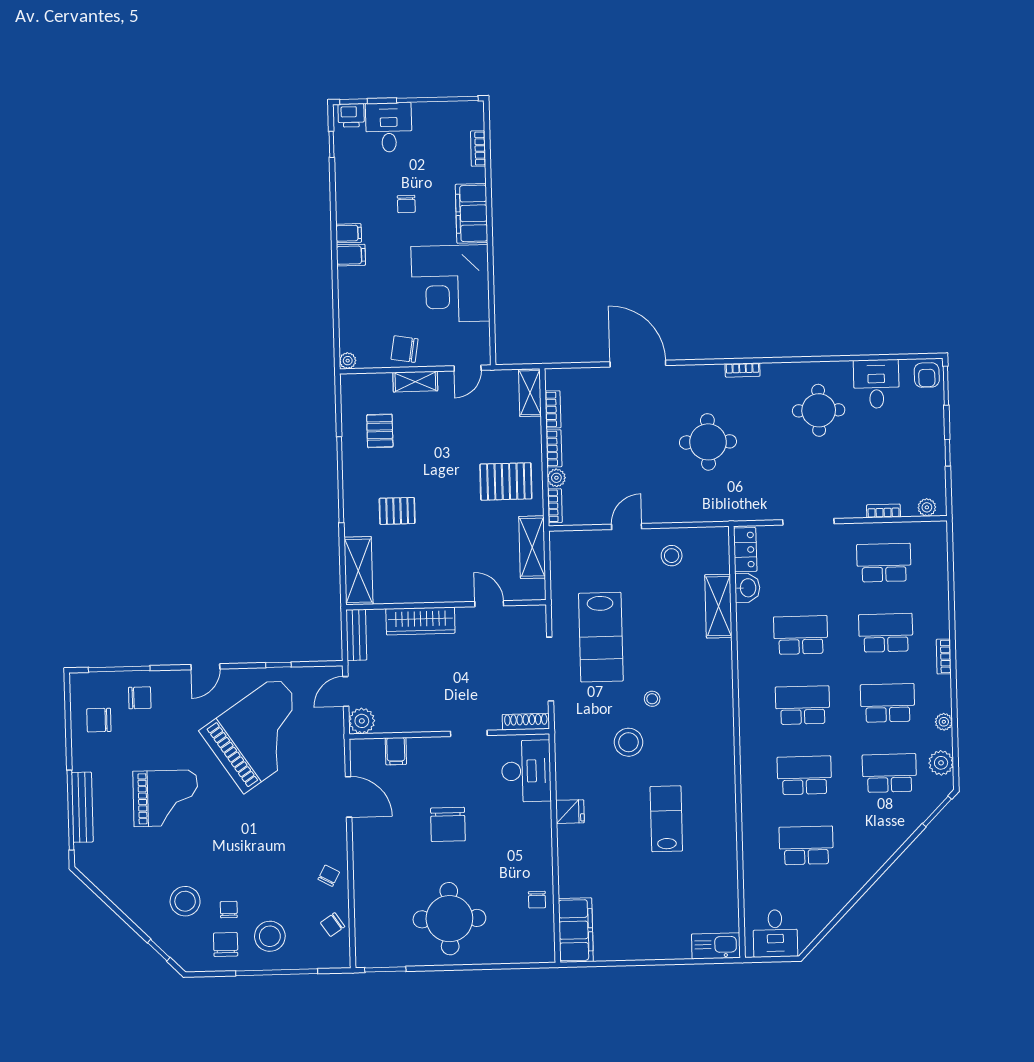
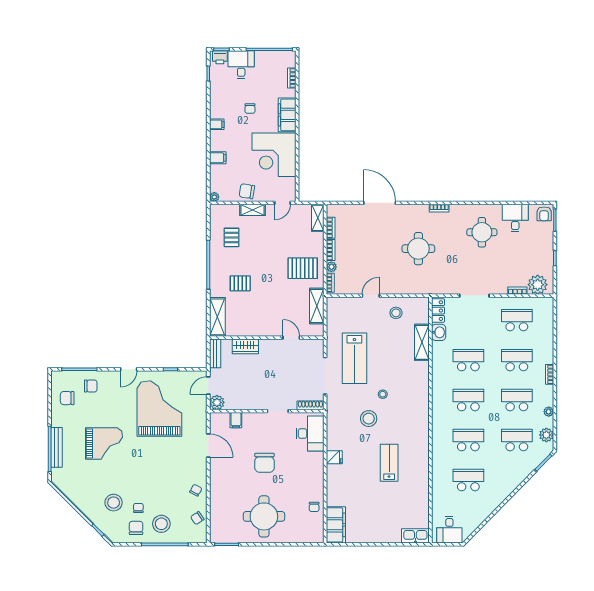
filing cabinet: (351, 255) -> (218, 158), moved
plant: (927, 507) -> (538, 285), width x1.88, depth x1.88
wardrobe: (420, 621) -> (245, 346), width x0.67
grand piano: (261, 734) -> (159, 409), turned -56

